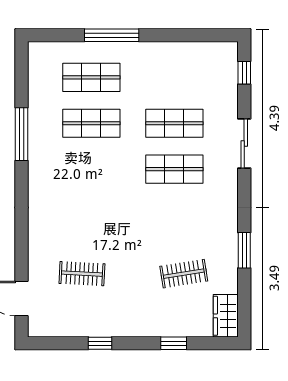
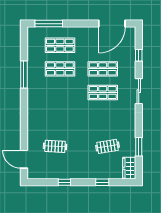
window: (112, 35) -> (49, 24), moved
door: (192, 35) -> (112, 24), added
window: (244, 73) -> (139, 55), moved
sliding door: (244, 143) -> (139, 91), moved
window: (244, 250) -> (139, 147), moved

